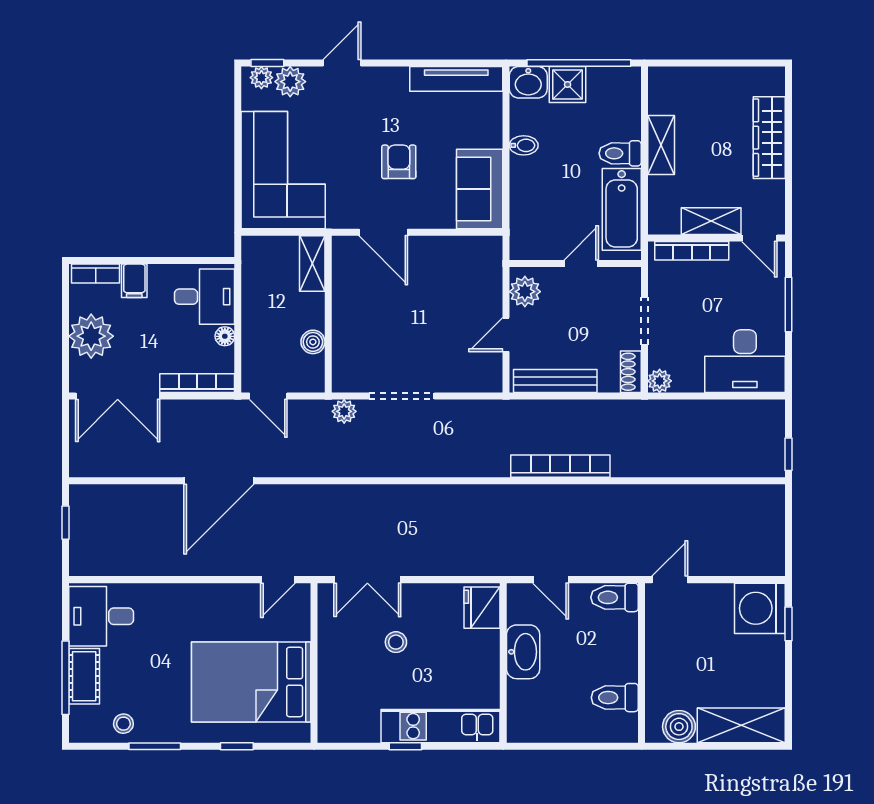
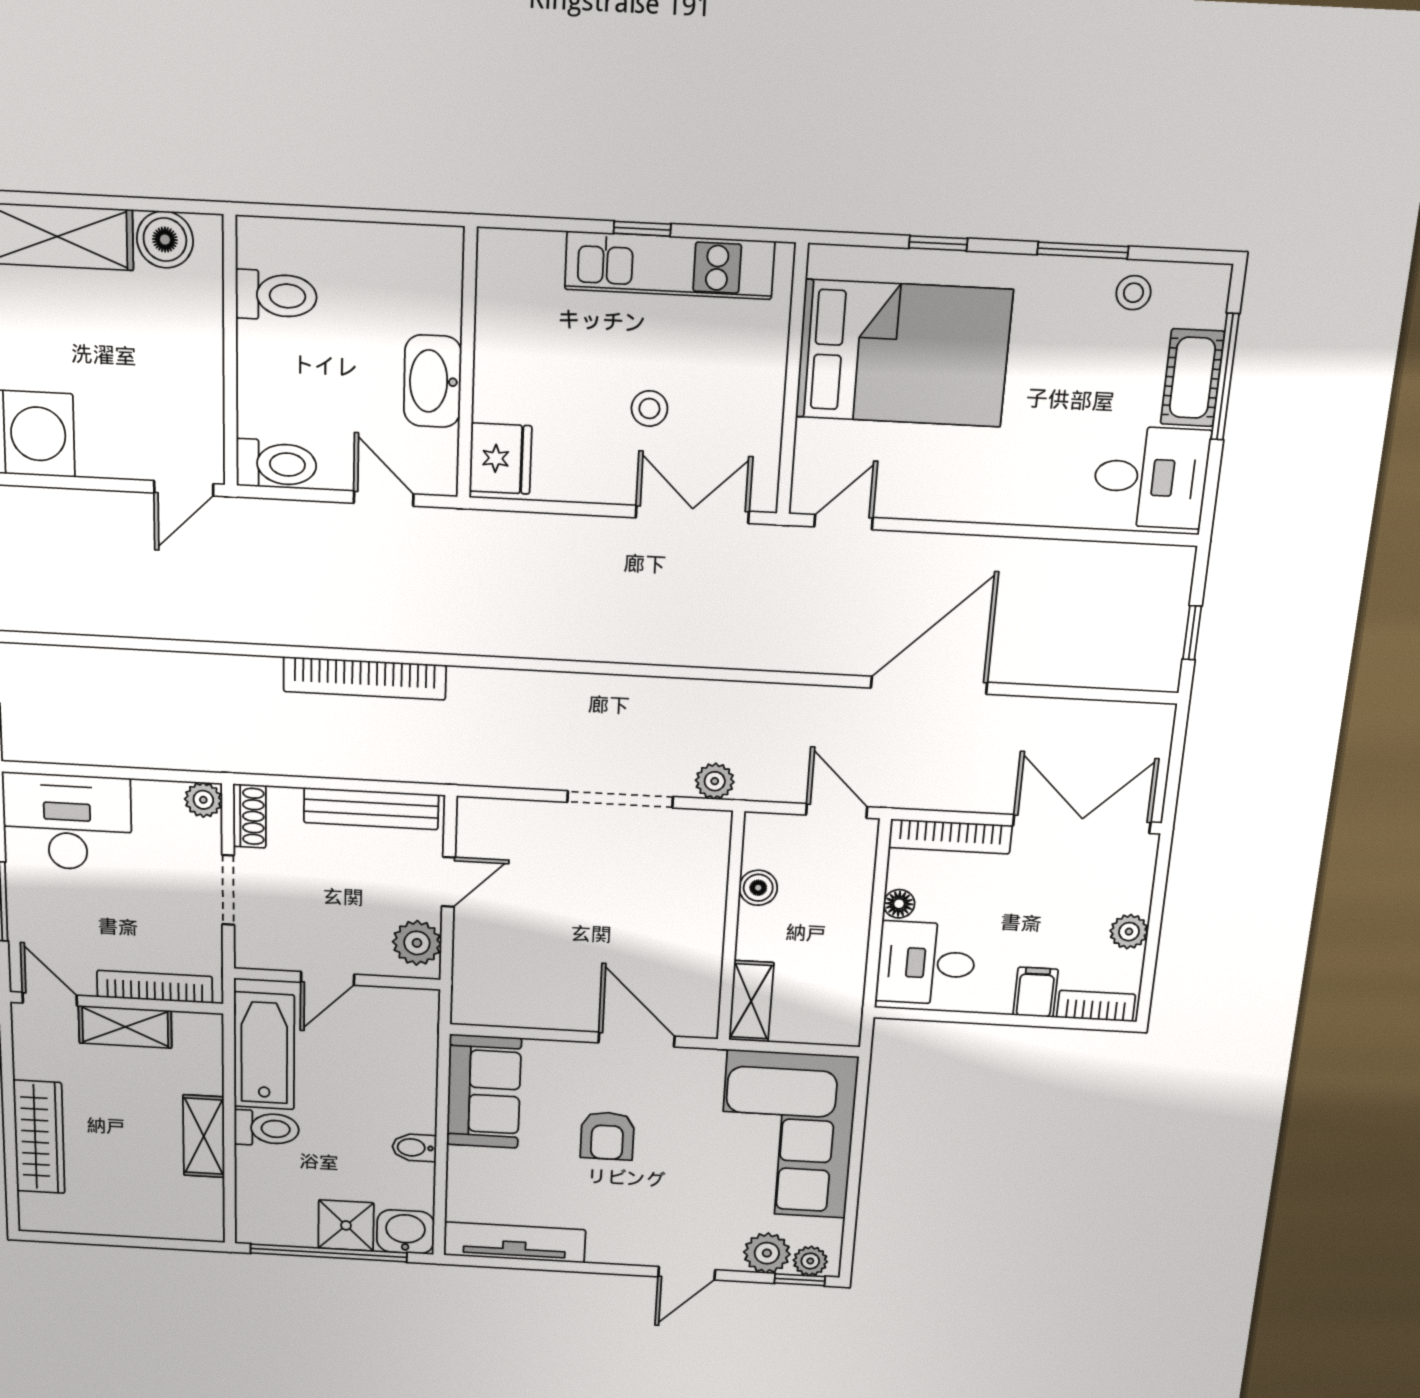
plant: (91, 336) -> (1129, 932), width x0.53, depth x0.53
kitchen unit: (440, 726) -> (669, 265), moved

